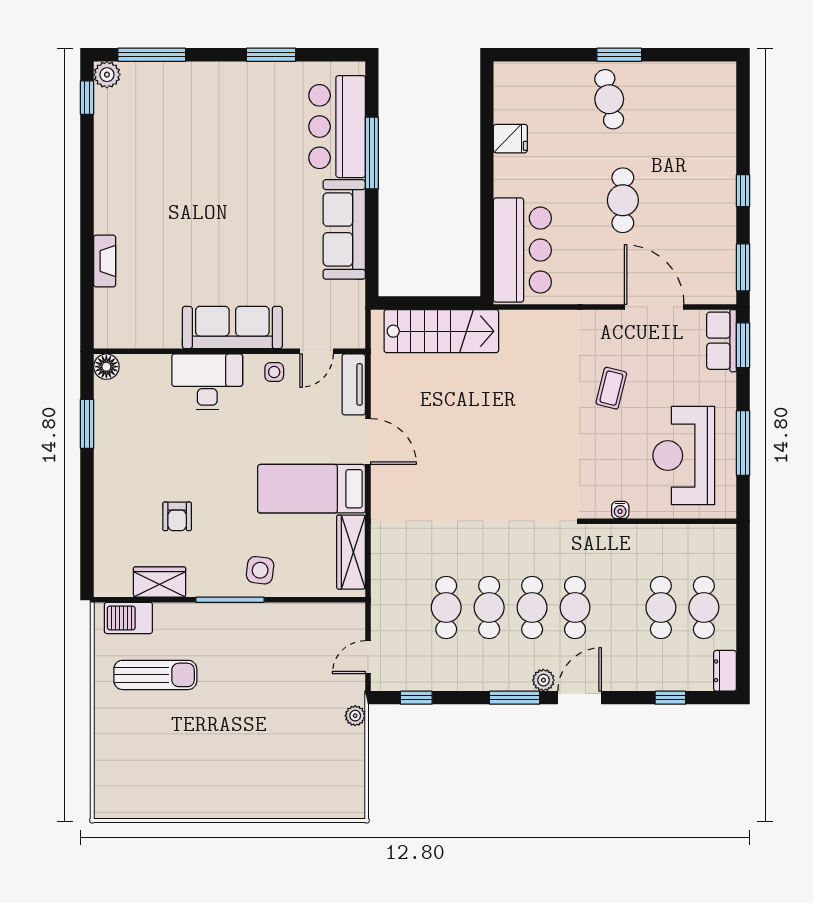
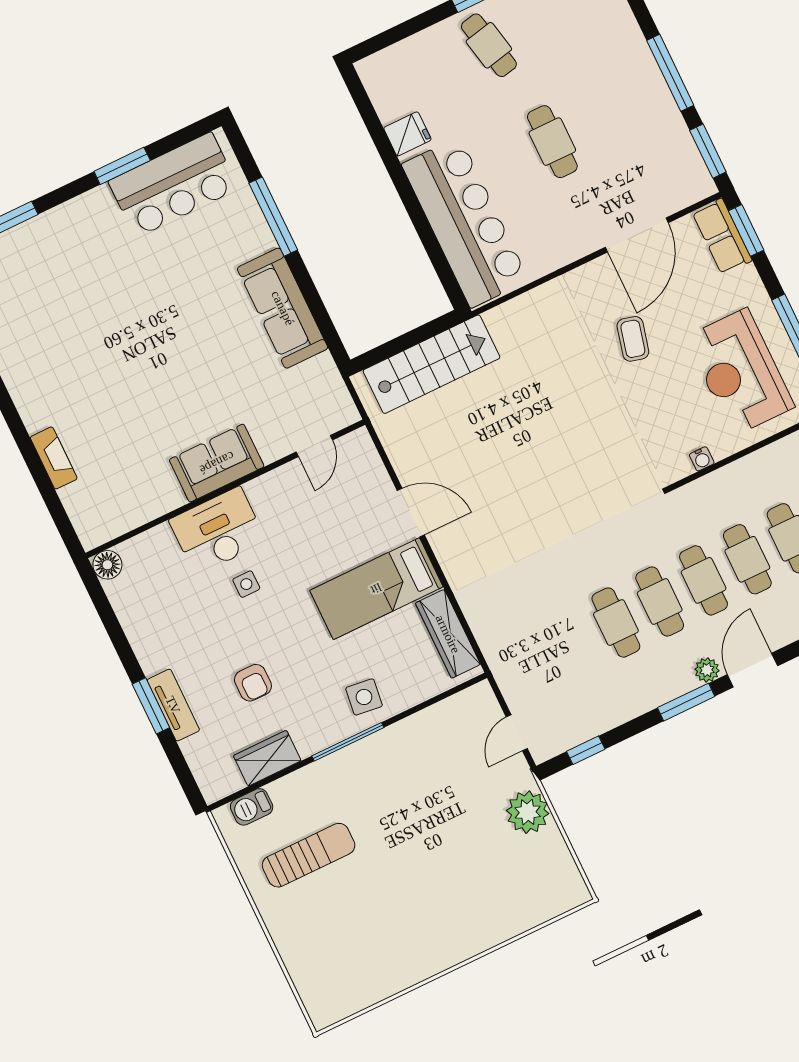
bar counter: (337, 127) -> (173, 185), moved, turned -90
window: (743, 191) -> (670, 73), width x2.17
bar counter: (522, 250) -> (465, 222), width x1.36
door: (654, 307) -> (637, 235), swing flipped
sofa: (232, 328) -> (217, 463), width x0.73
side table: (274, 372) -> (246, 584), moved
tv unit: (354, 384) -> (173, 705), moved, turned 180
window: (87, 424) -> (151, 706), moved
cafe table: (446, 607) -> (747, 559), moved
barbecue: (128, 618) -> (252, 807), width x0.73, depth x0.79
plant: (355, 716) -> (528, 812), width x1.88, depth x1.88

